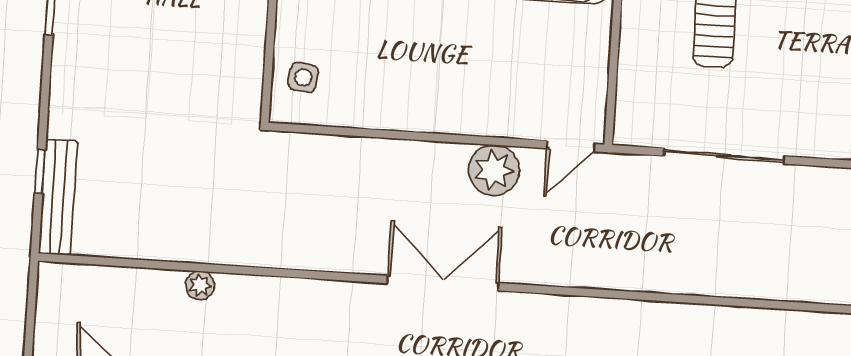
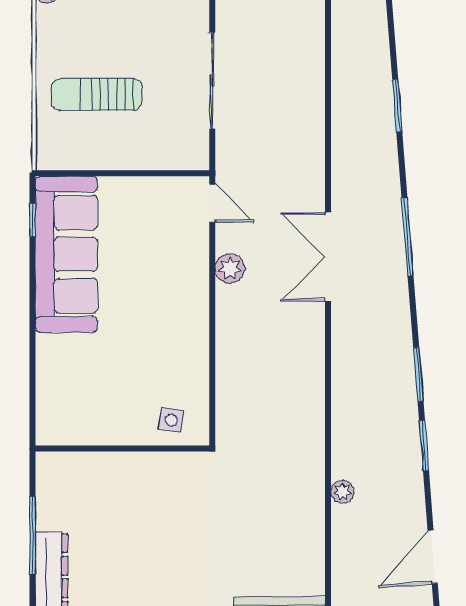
plant: (494, 170) -> (230, 269), width x0.73, depth x0.73
double door: (443, 283) -> (328, 257), moved

